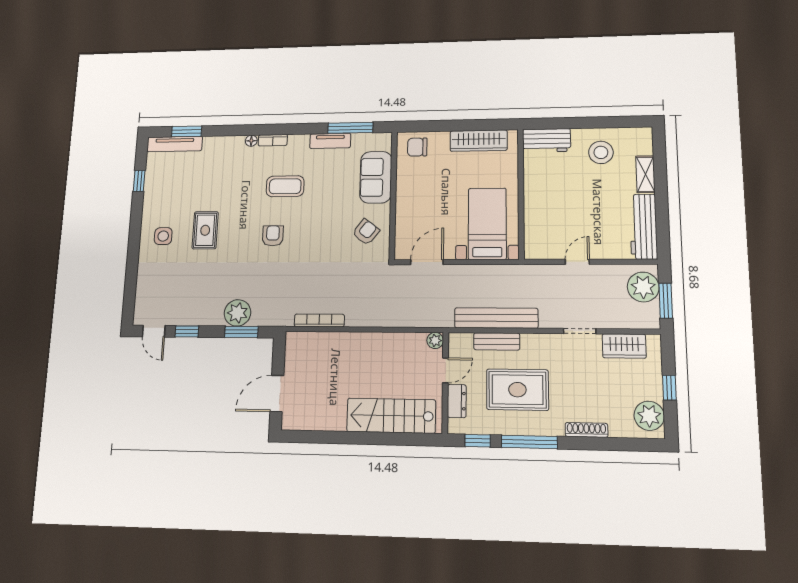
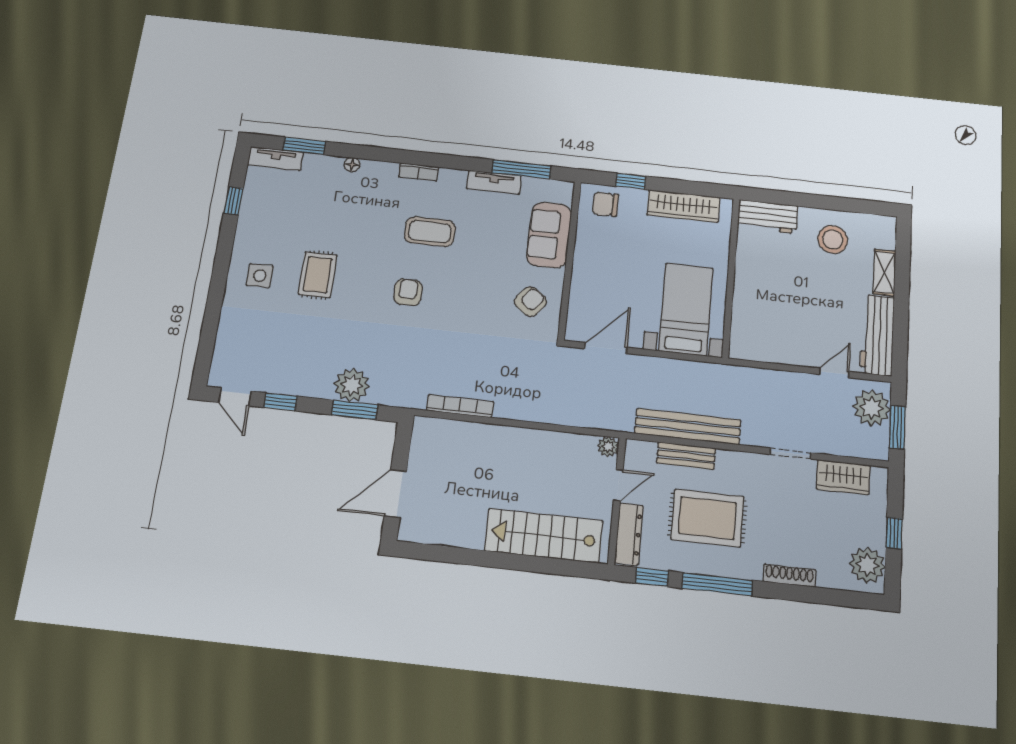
window: (436, 126) -> (631, 181), added
floor lamp: (251, 141) -> (352, 165), moved
tv unit: (175, 144) -> (275, 159), width x0.71
door: (577, 262) -> (834, 373), moved
dresser: (457, 401) -> (629, 534), width x1.44

